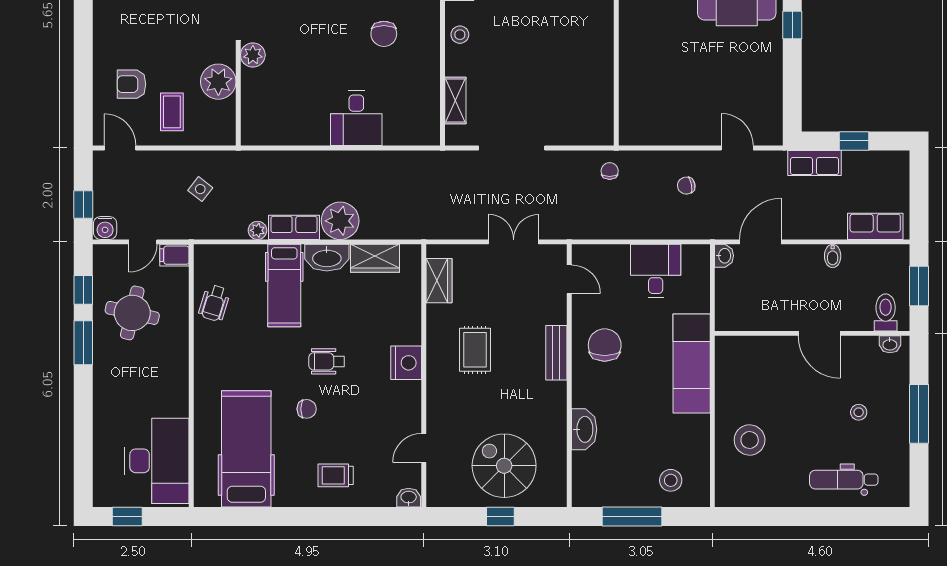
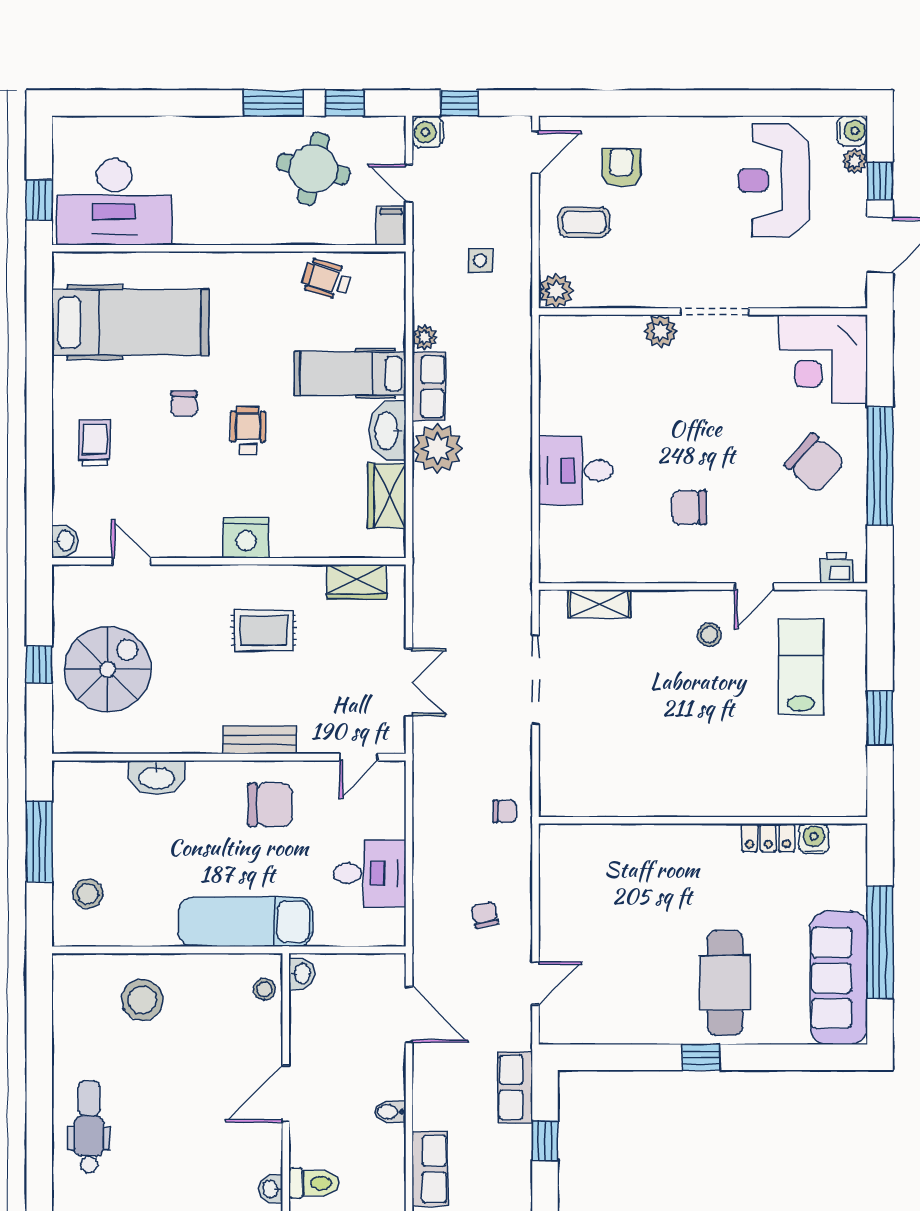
stool: (460, 35) -> (709, 635), moved
plant: (218, 82) -> (556, 291), moved, width x0.73, depth x0.73
side table: (200, 189) -> (480, 260), turned -38
washbasin: (724, 256) -> (301, 974), moved, turned -90
stool: (859, 412) -> (264, 989), moved
window: (127, 516) -> (39, 200), moved

